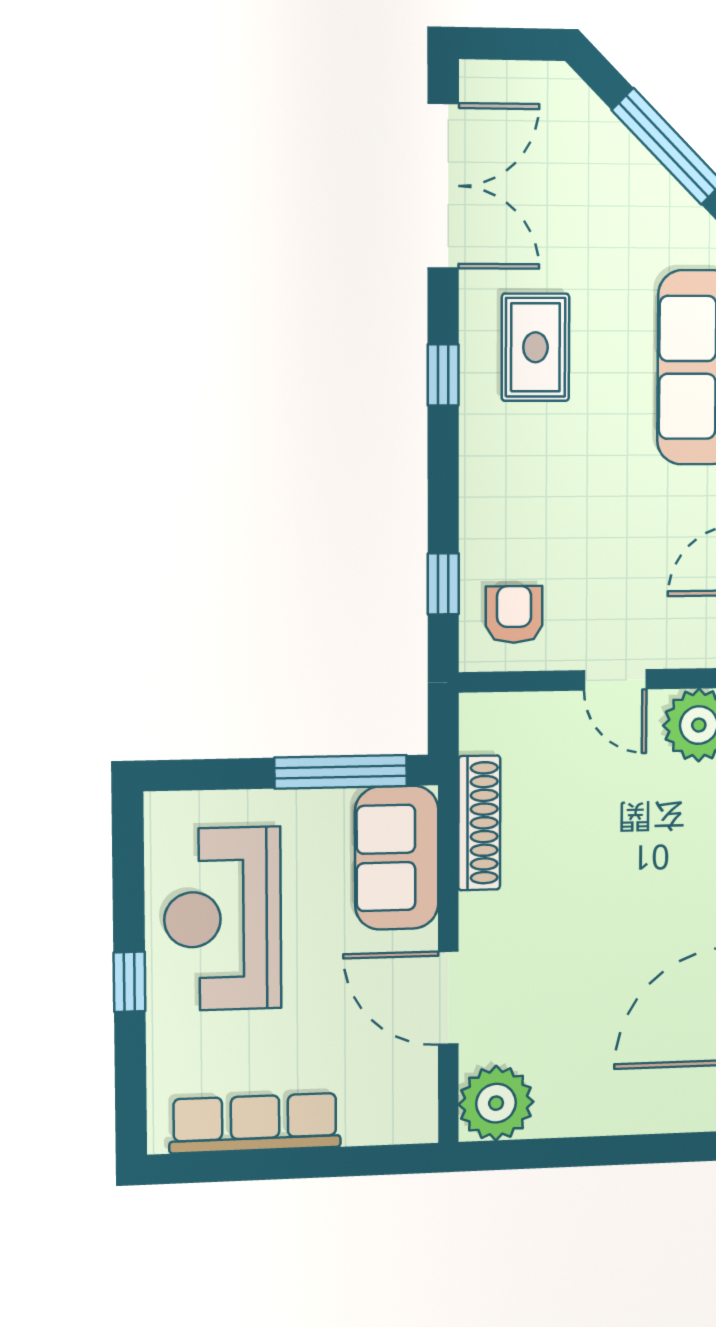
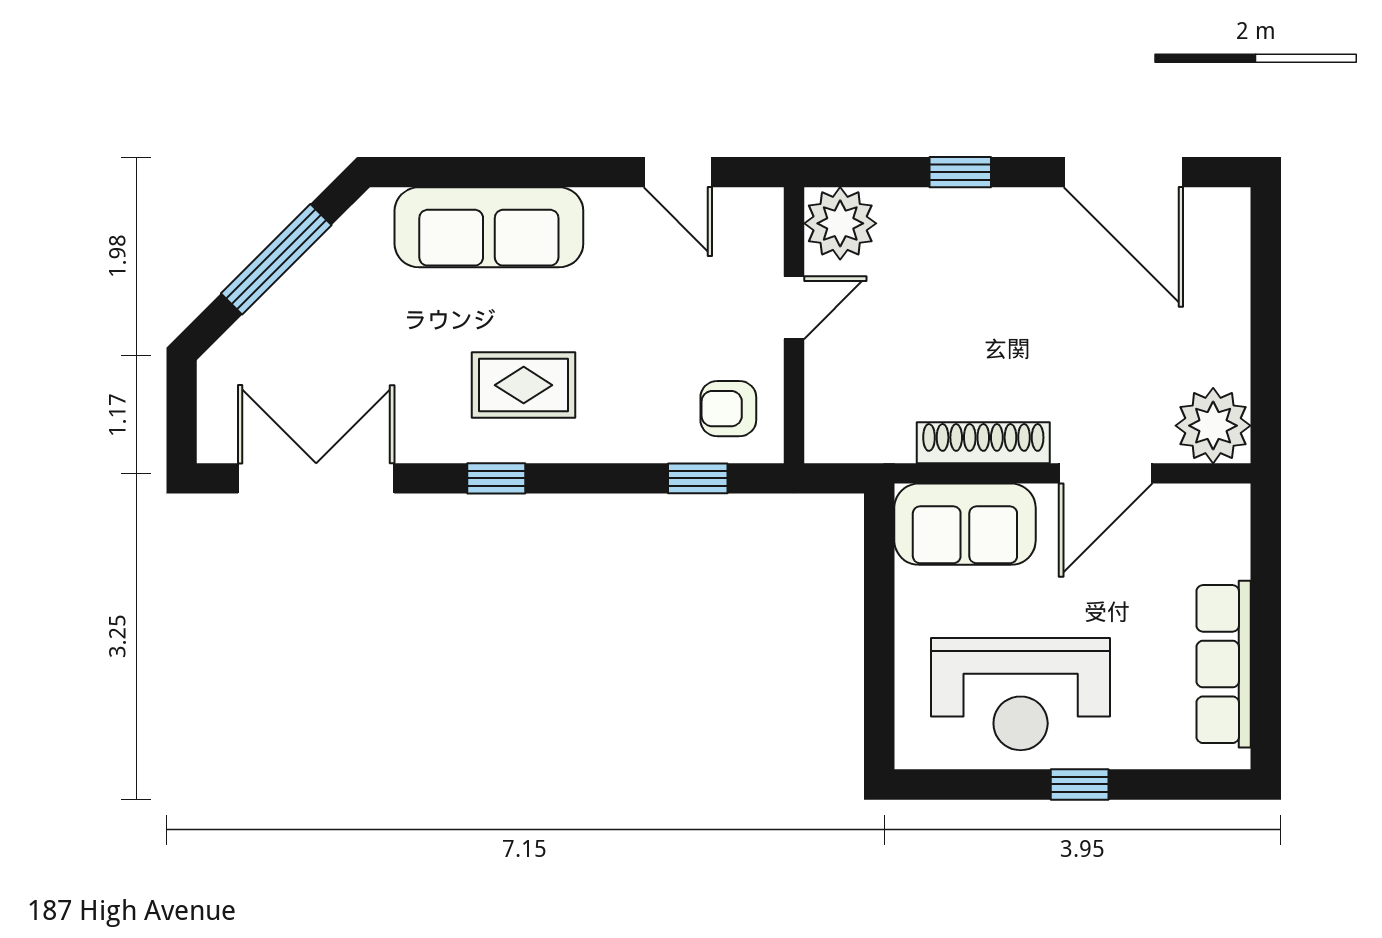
rug: (535, 347) -> (524, 385), moved
window: (341, 772) -> (879, 579), removed
shoe rack: (479, 823) -> (983, 443), moved

